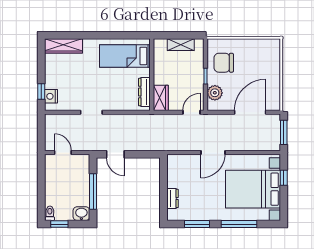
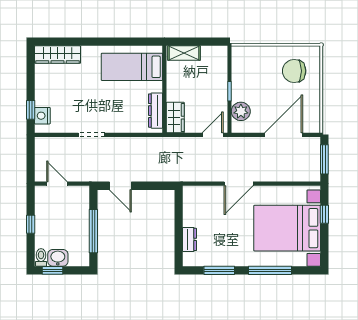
shelving: (181, 45) -> (184, 53), moved
chair: (224, 63) -> (294, 71), moved
window: (41, 186) -> (31, 224), added
washbasin: (81, 214) -> (58, 258), moved

